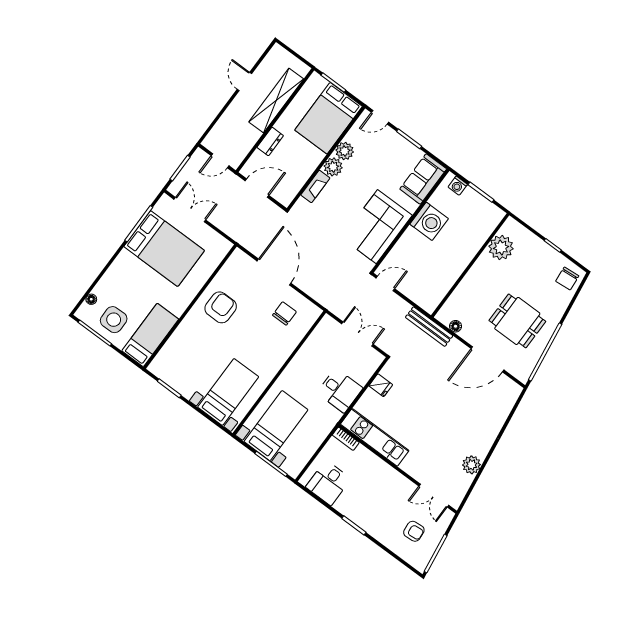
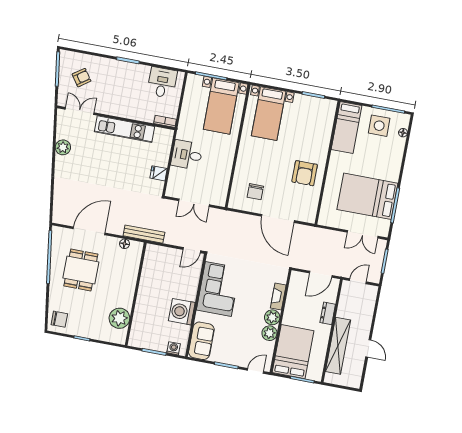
chair: (567, 278) -> (59, 319), turned 95
dining table: (517, 321) -> (81, 270), turned 90
kitchen unit: (375, 437) -> (125, 129), moved
armchair: (414, 531) -> (82, 78), turned 150

